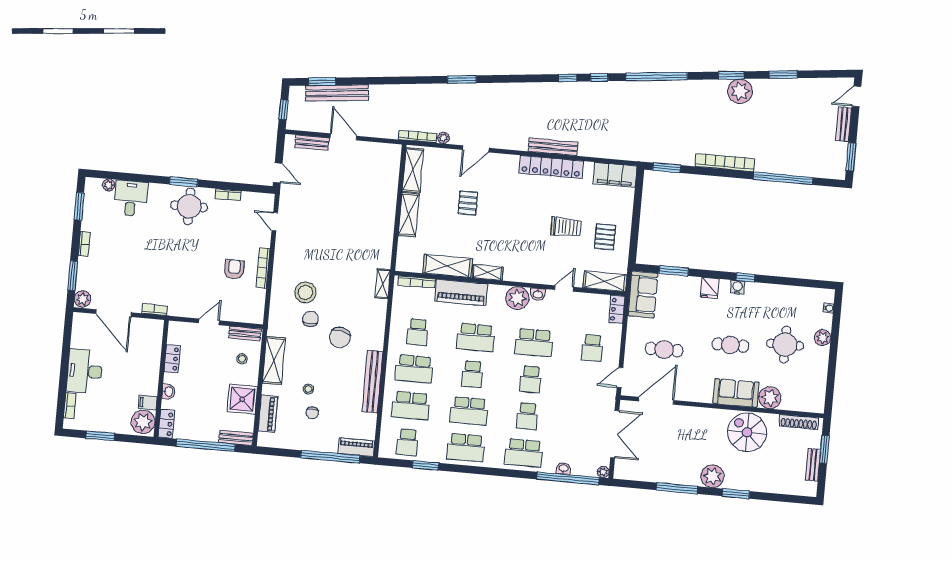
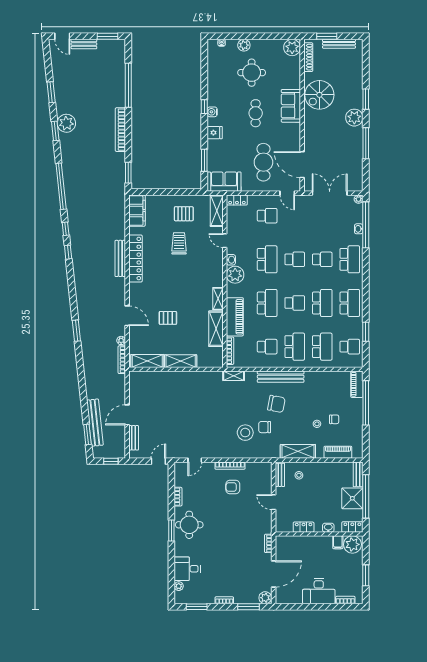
cafe table: (664, 350) -> (263, 162), width x1.37, depth x1.35
bench: (373, 382) -> (281, 377), moved
plant: (770, 398) -> (292, 47), moved
shower: (242, 399) -> (352, 498), moved
bench: (813, 465) -> (339, 44), width x1.36

